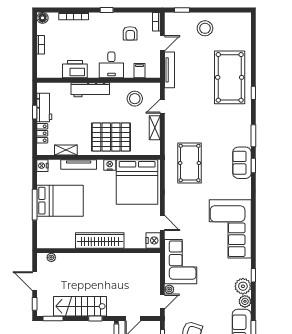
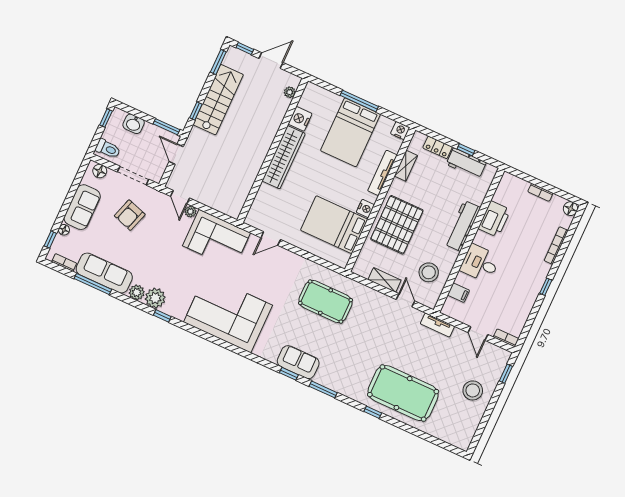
armchair: (130, 33) -> (506, 302), removed
tv unit: (170, 70) -> (437, 325), width x0.71
bed: (137, 182) -> (334, 225), width x0.73
nightstand: (153, 240) -> (300, 119), moved, turned 90

